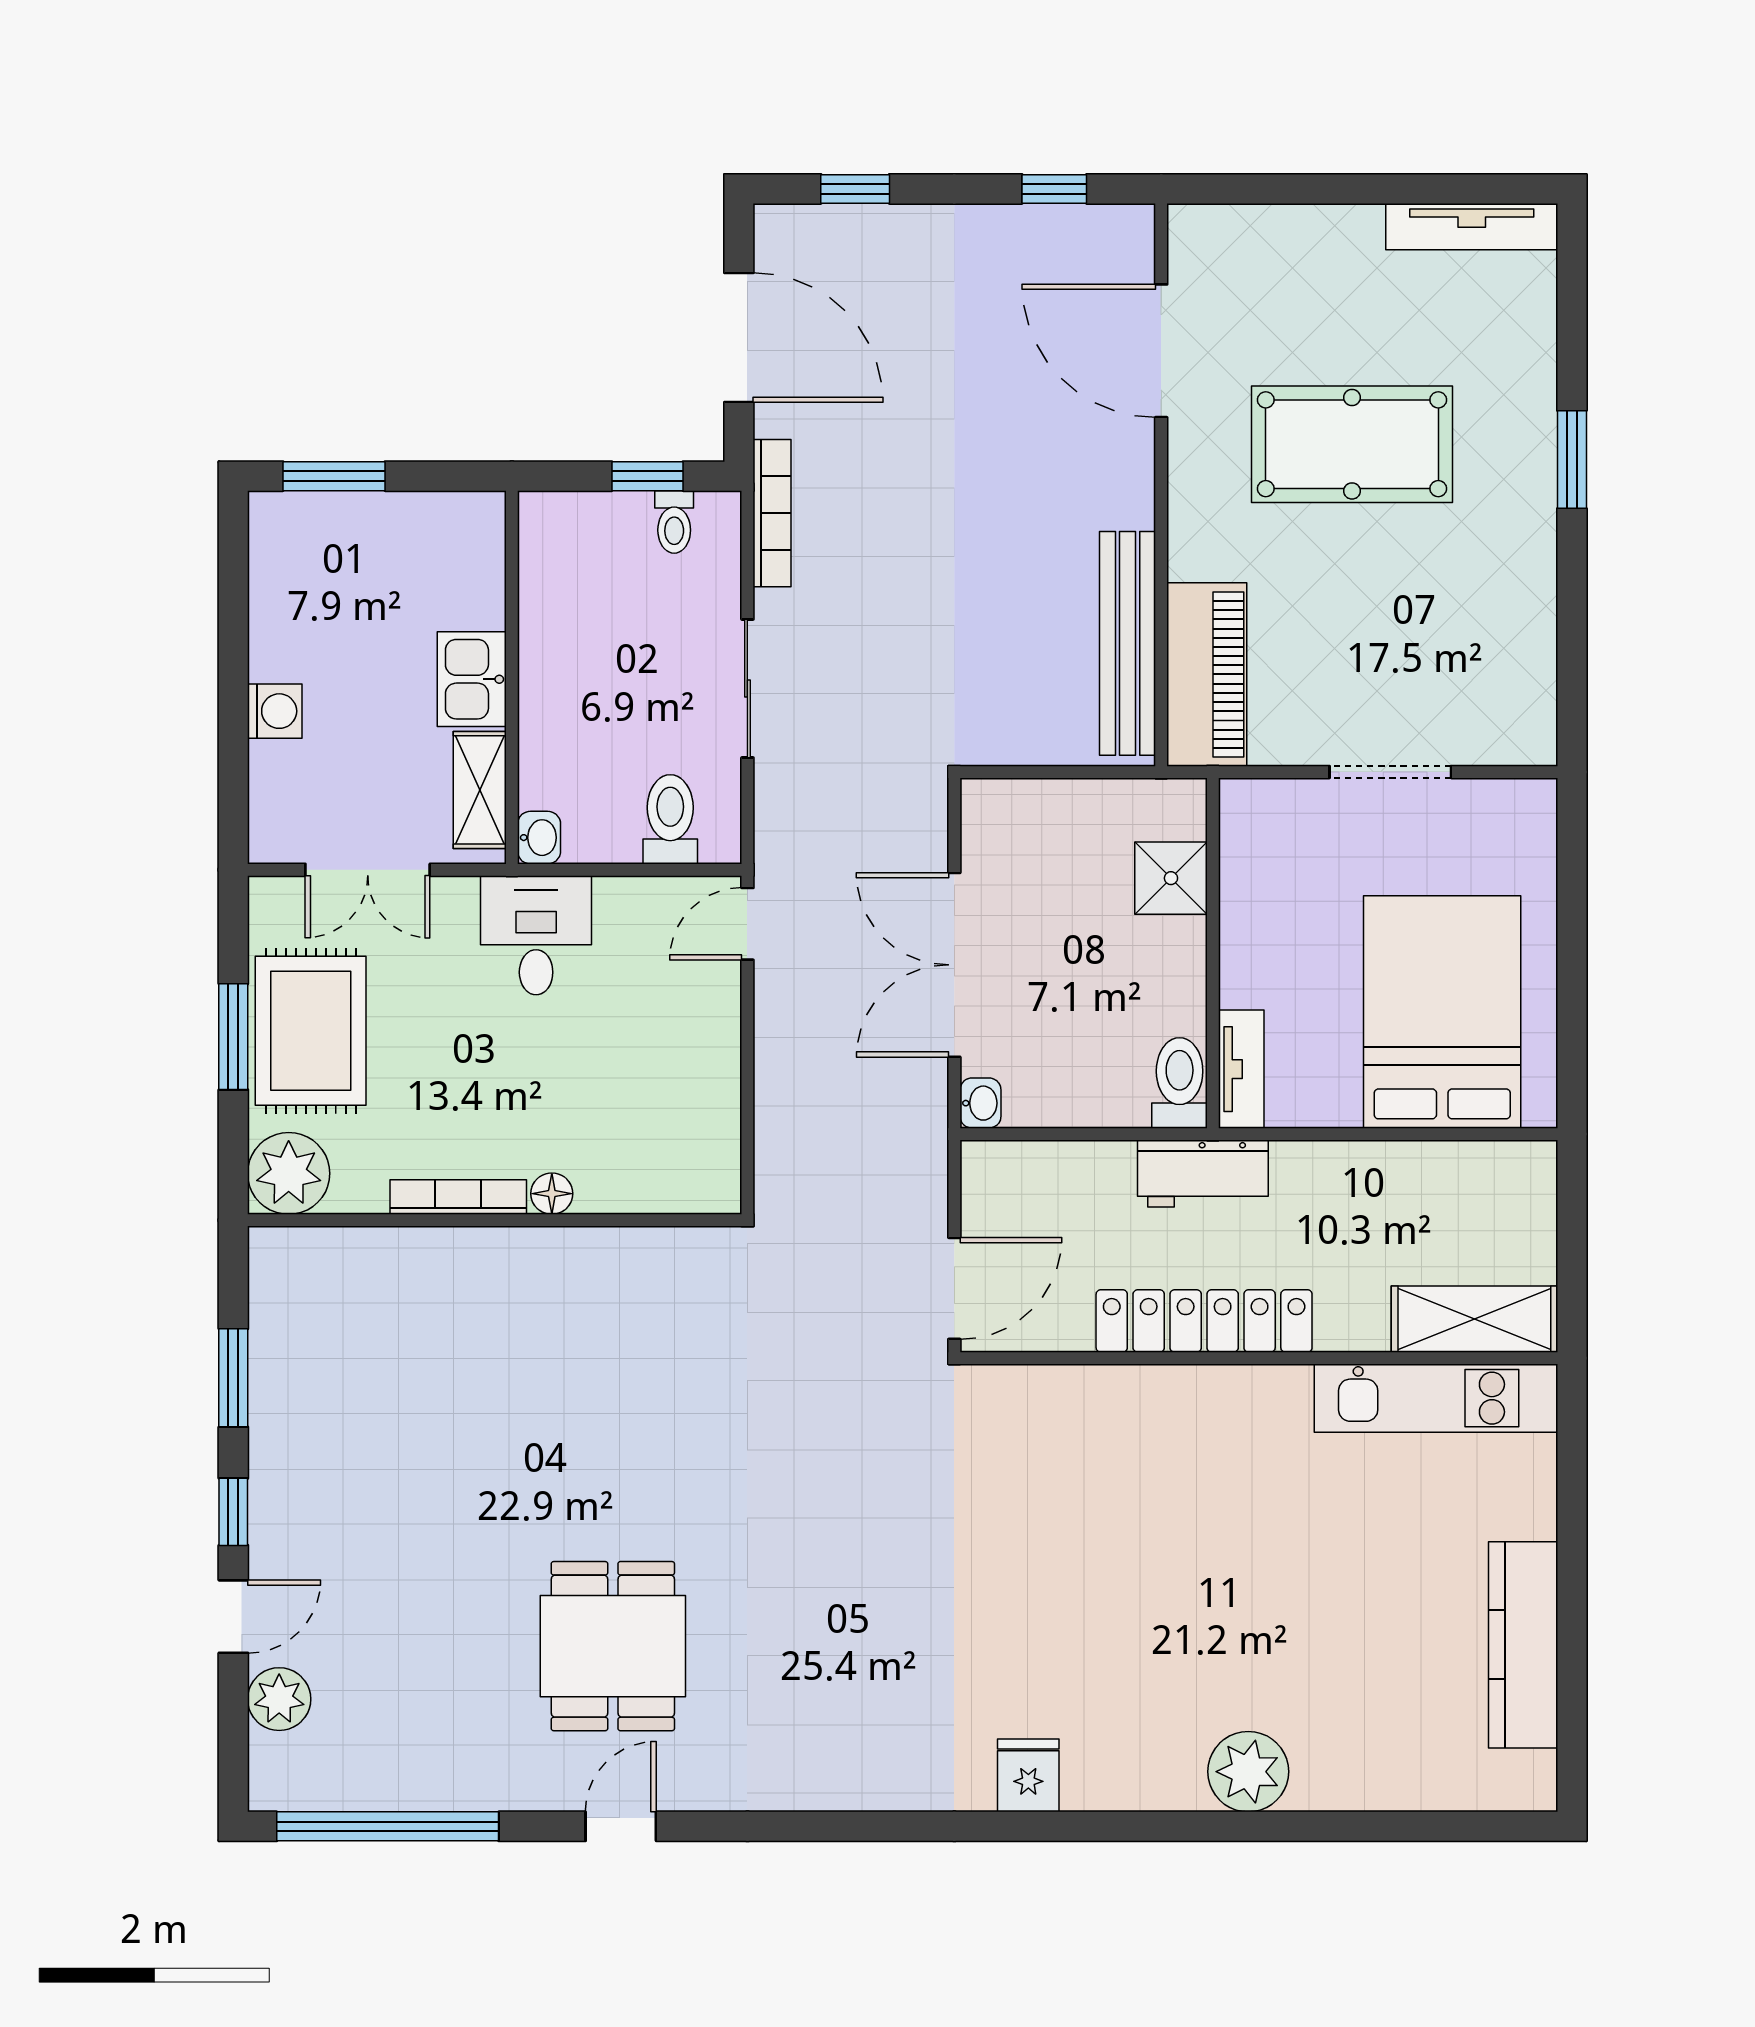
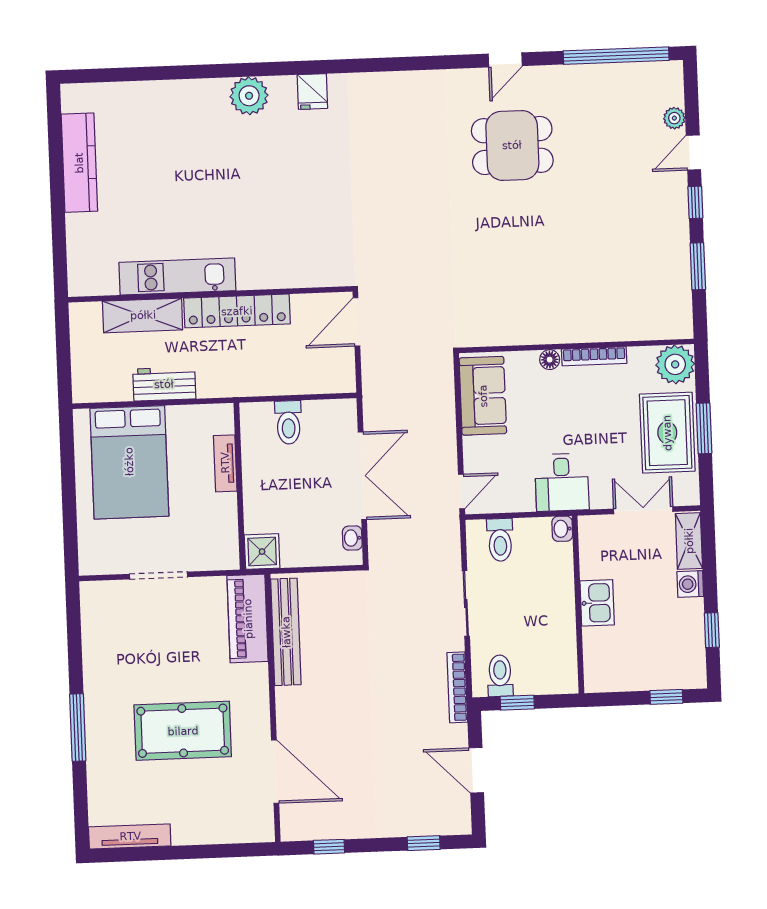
door: (739, 337) -> (476, 770), width x0.73
window: (1572, 460) -> (78, 727), width x1.44
window: (334, 476) -> (666, 697), width x0.67
toilet: (674, 522) -> (500, 676), width x1.37, depth x1.39
window: (233, 613) -> (712, 630), added
shelving: (480, 790) -> (689, 541), moved
shower: (1171, 878) -> (262, 552), moved
tv unit: (1241, 1069) -> (225, 463), moved
toilet: (1180, 1083) -> (288, 422), moved
washbasin: (980, 1103) -> (352, 538), moved
sofa: (695, 1123) -> (483, 396), added
workbench: (1203, 1173) -> (164, 384), moved
shelving: (1474, 1319) -> (143, 315), moved
kitchen unit: (1436, 1398) -> (177, 276), moved
dining table: (613, 1646) -> (512, 145), turned 90
plant: (279, 1699) -> (674, 118), width x0.73, depth x0.73
plant: (1248, 1772) -> (249, 96), moved

